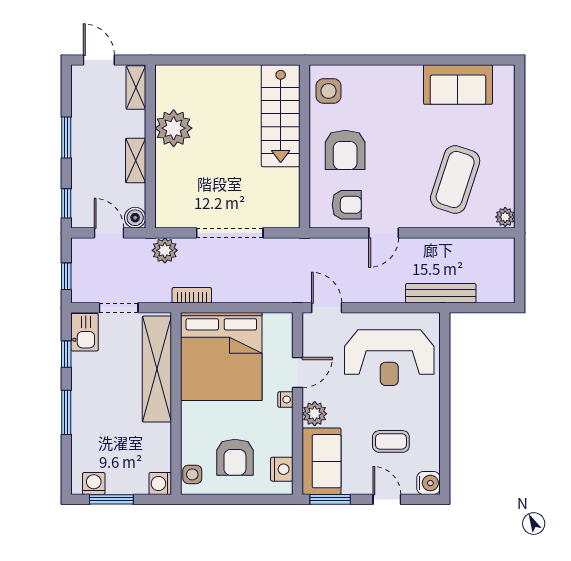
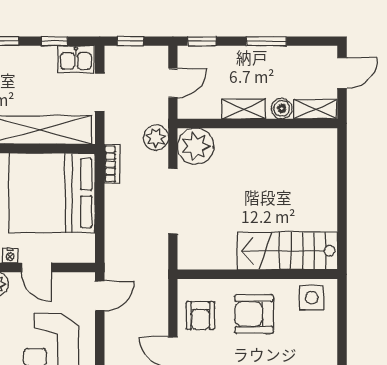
plant: (174, 128) -> (196, 146), moved
boiler: (135, 218) -> (282, 109), moved

